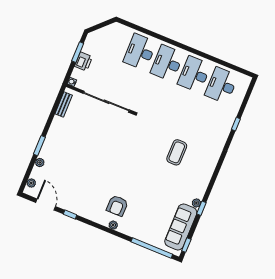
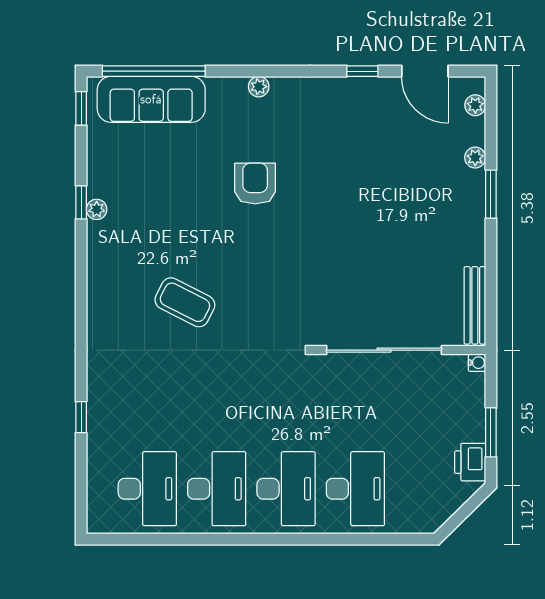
printer: (83, 61) -> (470, 462), moved
bench: (64, 105) -> (475, 305), width x1.36
coffee table: (177, 152) -> (185, 302), turned -63
armchair: (117, 206) -> (255, 184), moved
sofa: (181, 227) -> (151, 99), moved, turned 90

